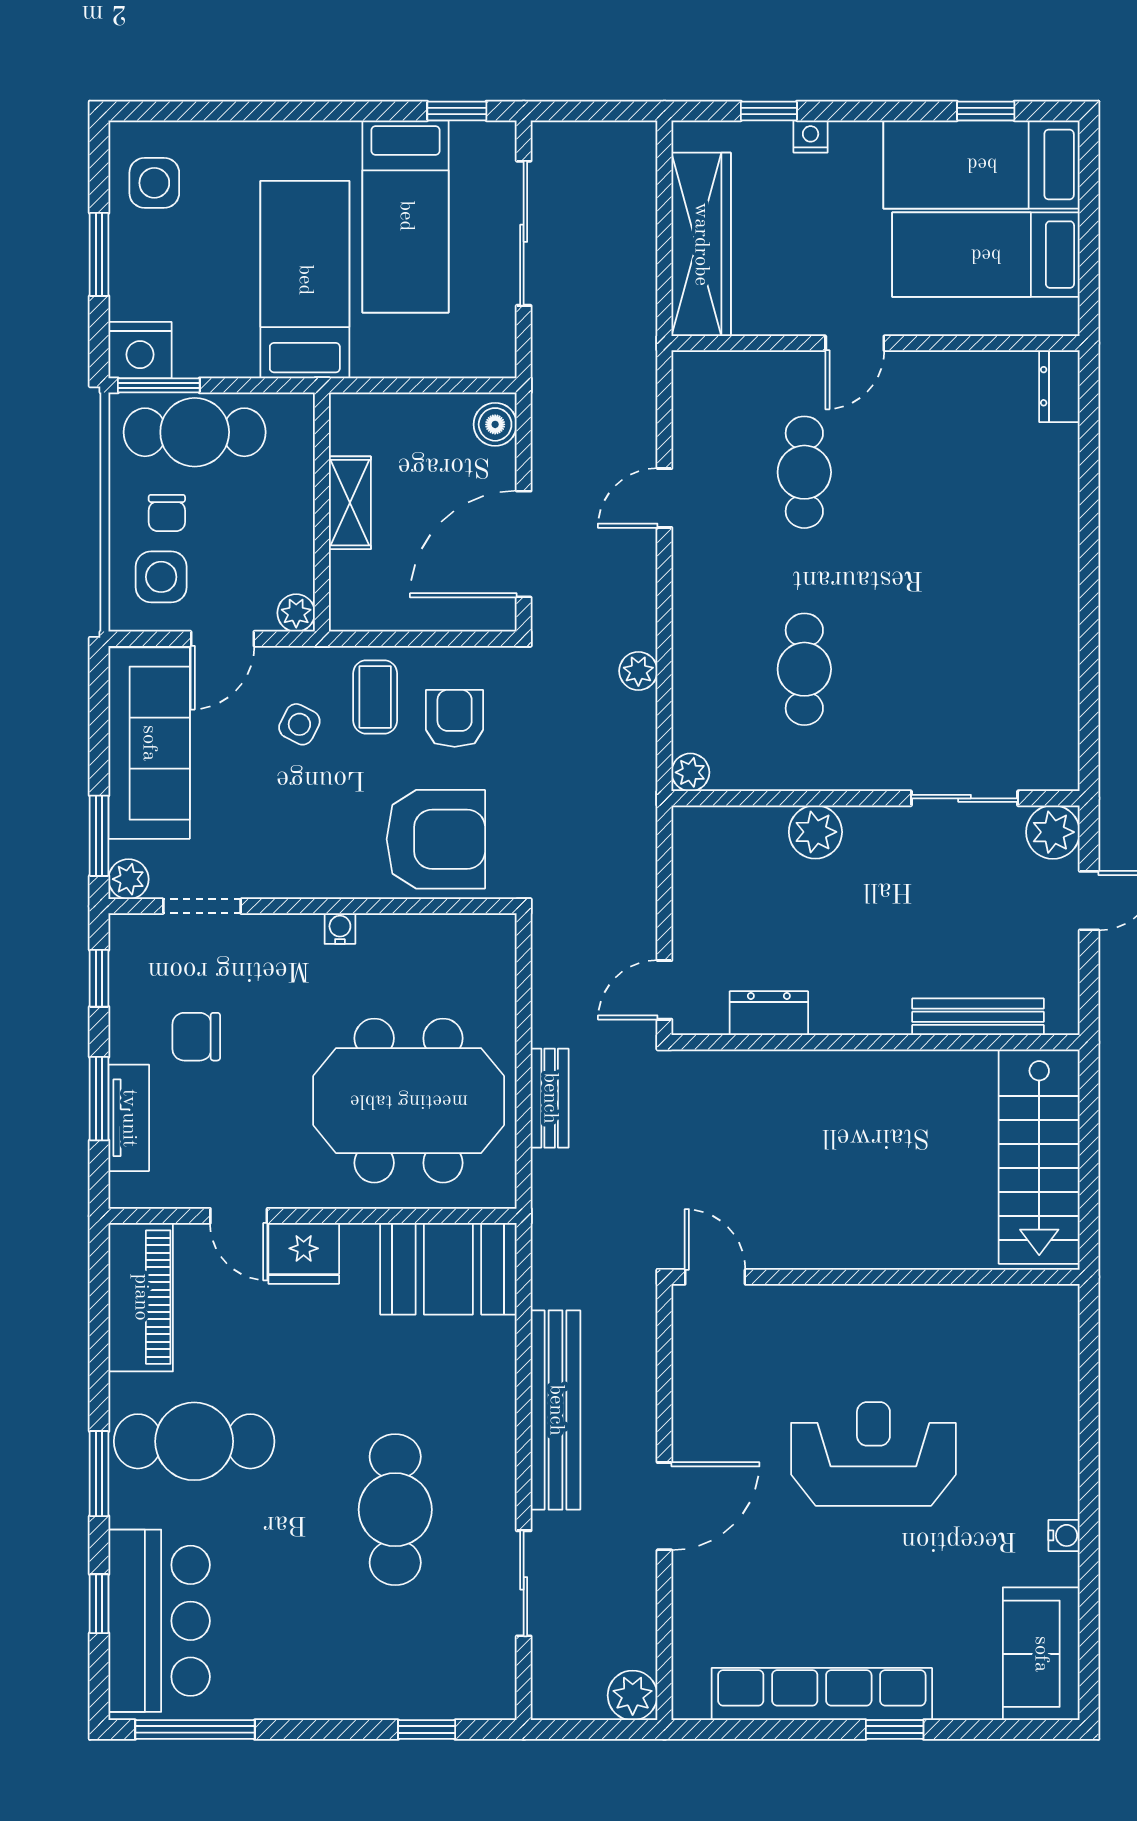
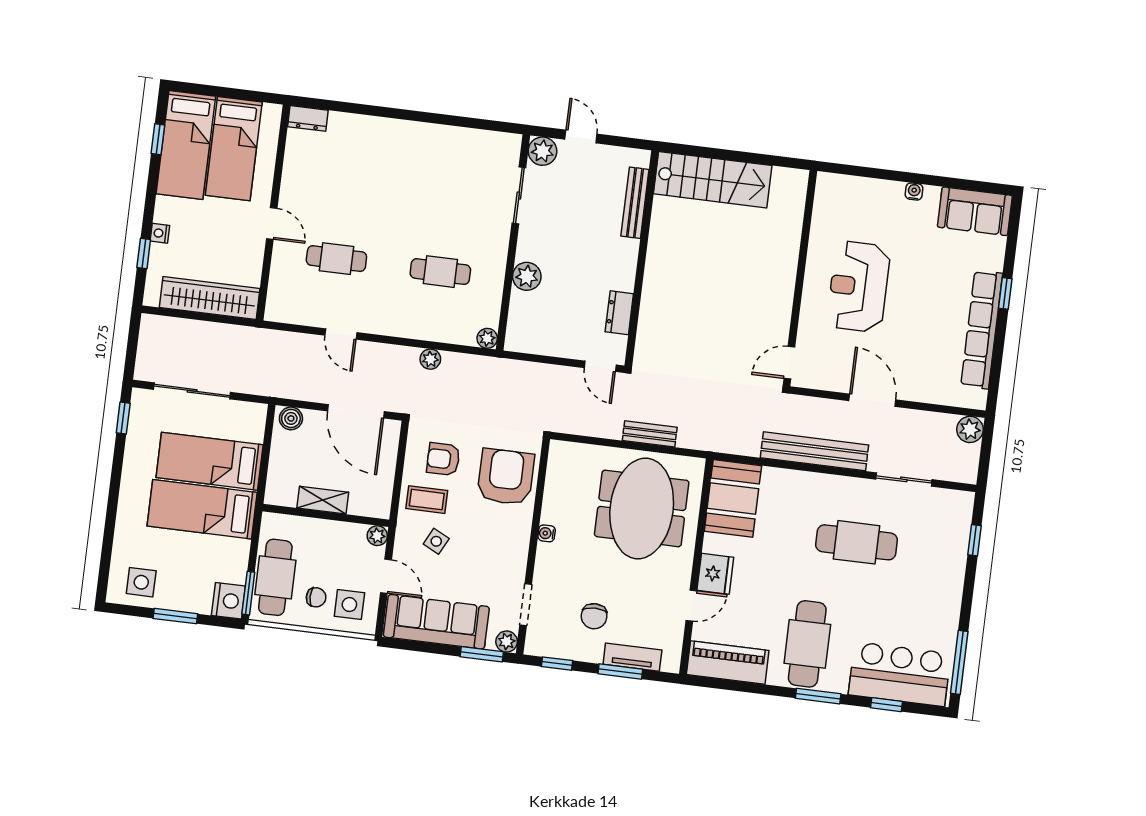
bed: (406, 216) -> (210, 461), moved, turned 180
door: (715, 1277) -> (789, 363), moved
wall: (876, 1277) -> (800, 278), moved

